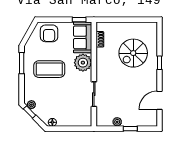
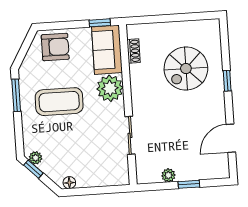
armchair: (49, 33) -> (55, 47), turned -90

